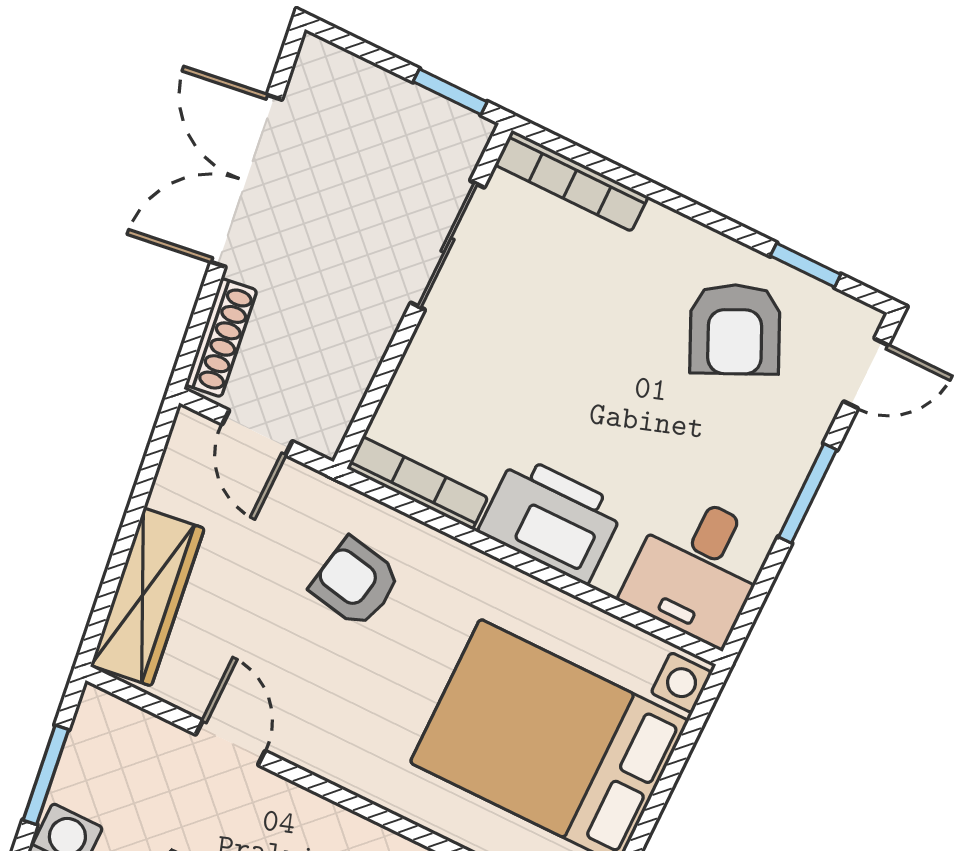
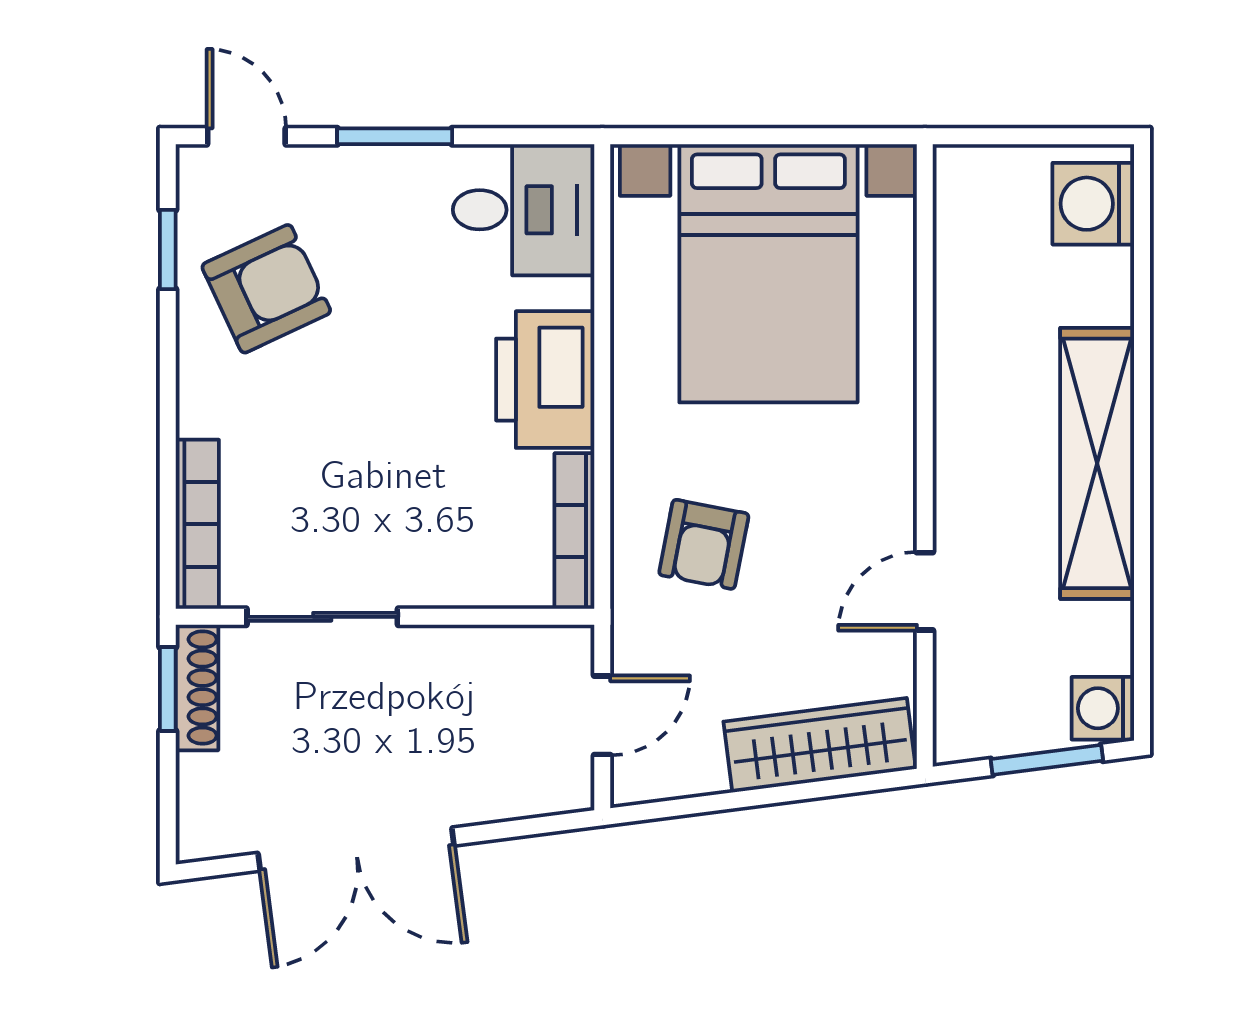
shoe rack: (221, 338) -> (197, 687), moved, turned 97

